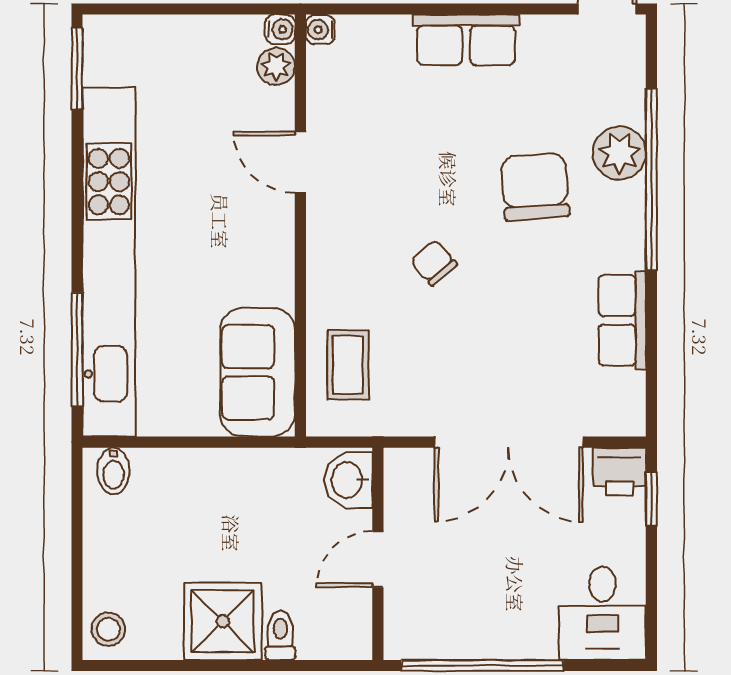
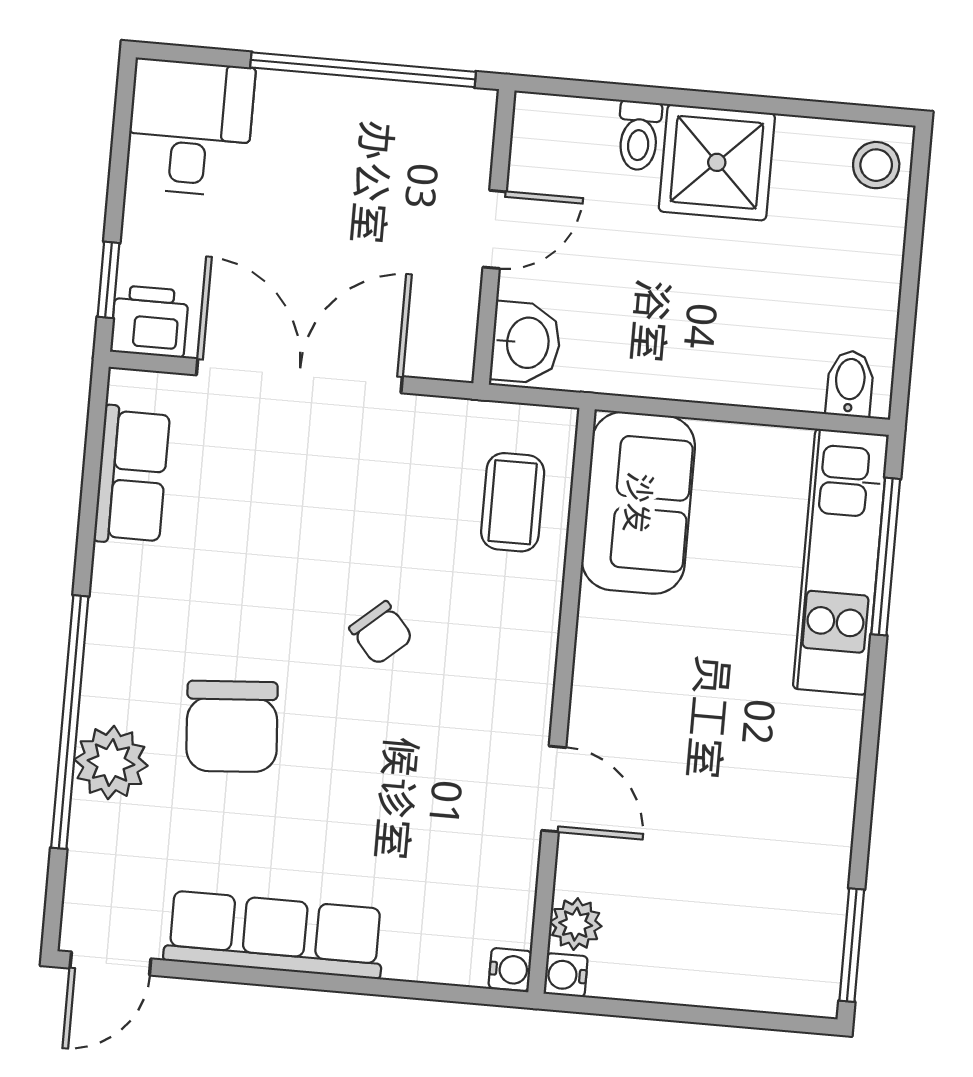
row of seats: (466, 40) -> (274, 935), width x1.48
kitchen unit: (109, 262) -> (841, 562), width x0.54
row of seats: (622, 320) -> (132, 475), moved

